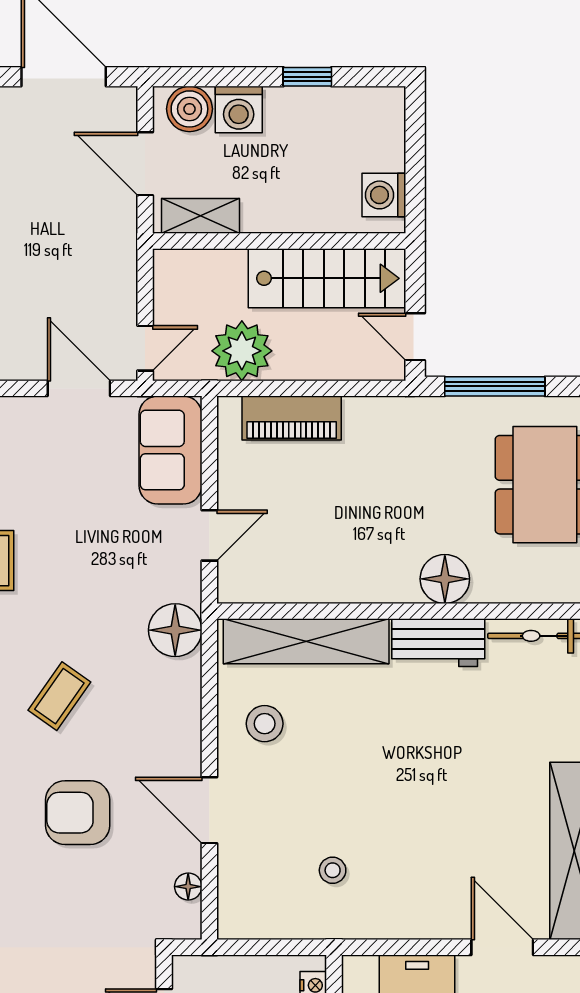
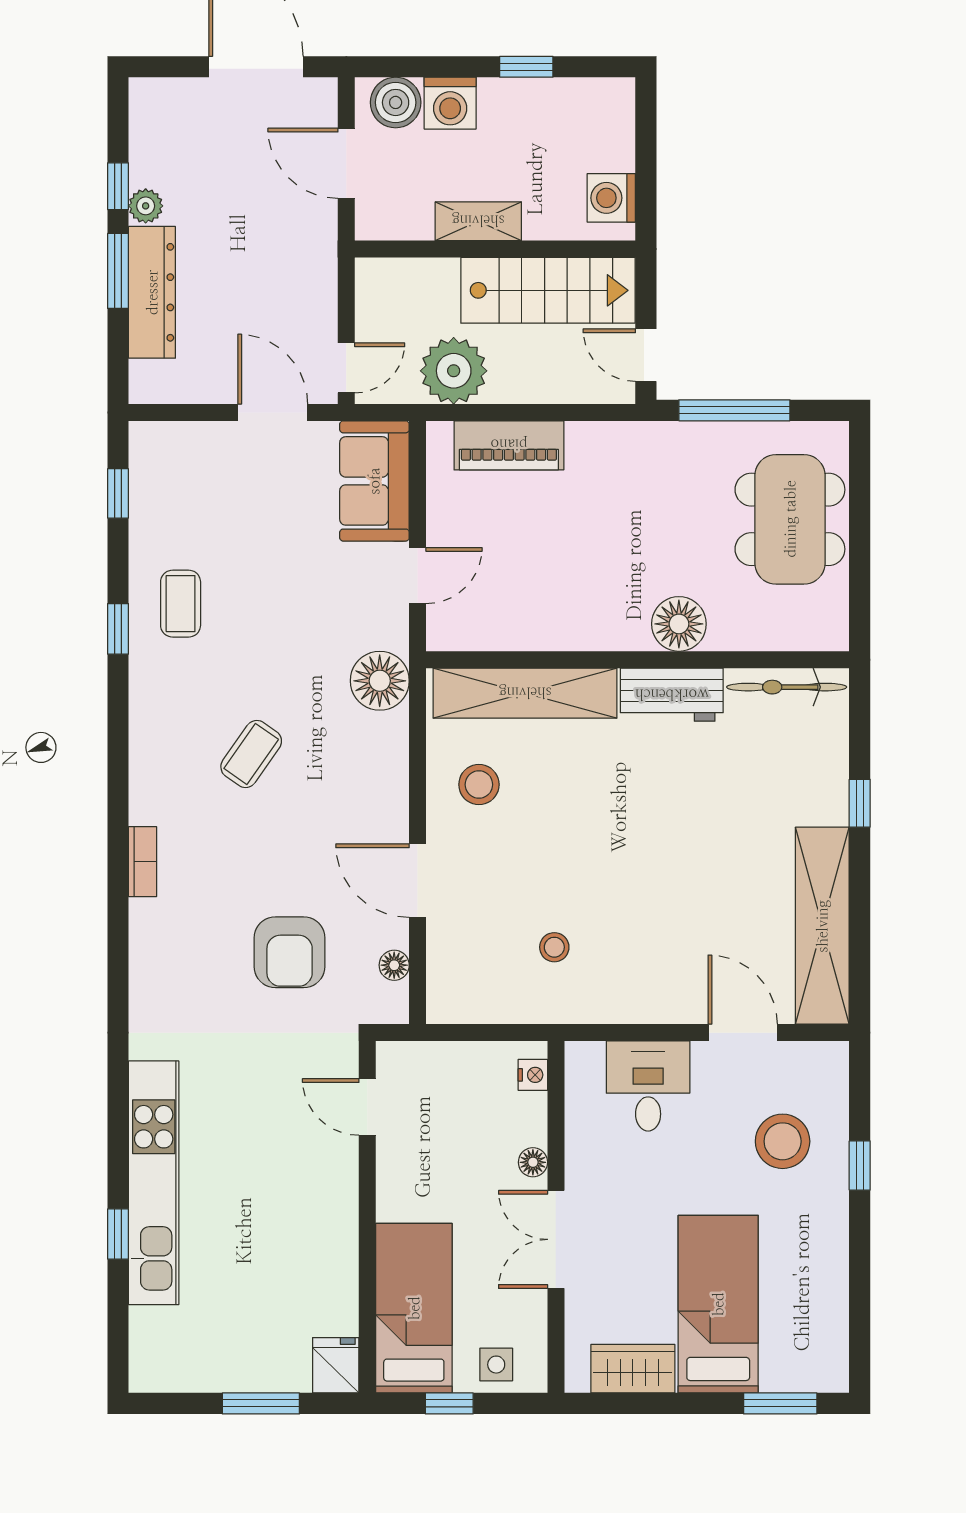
shelving: (201, 216) -> (478, 221), moved
armchair: (78, 813) -> (290, 952), moved, turned -90

